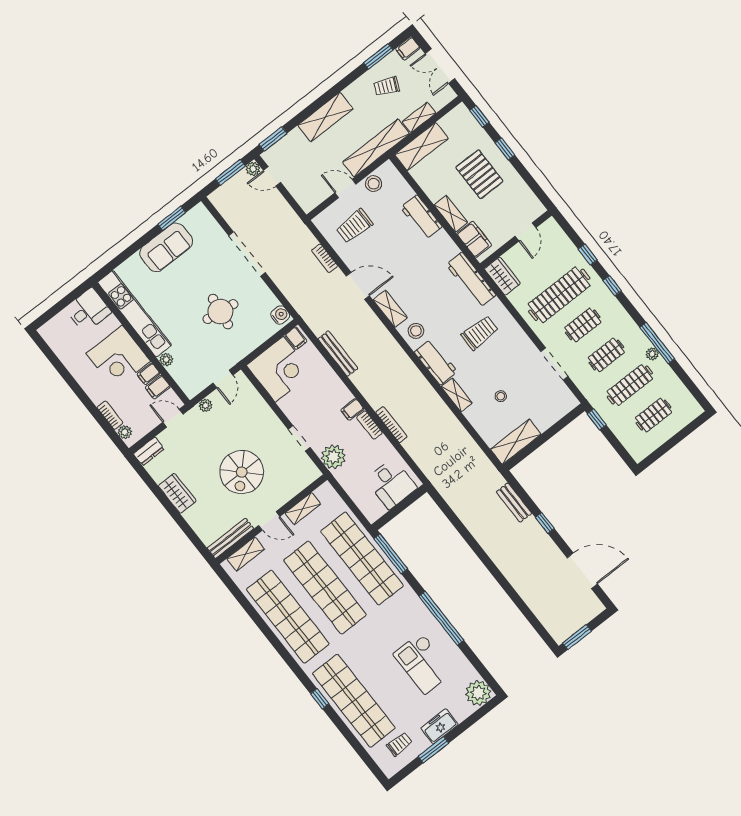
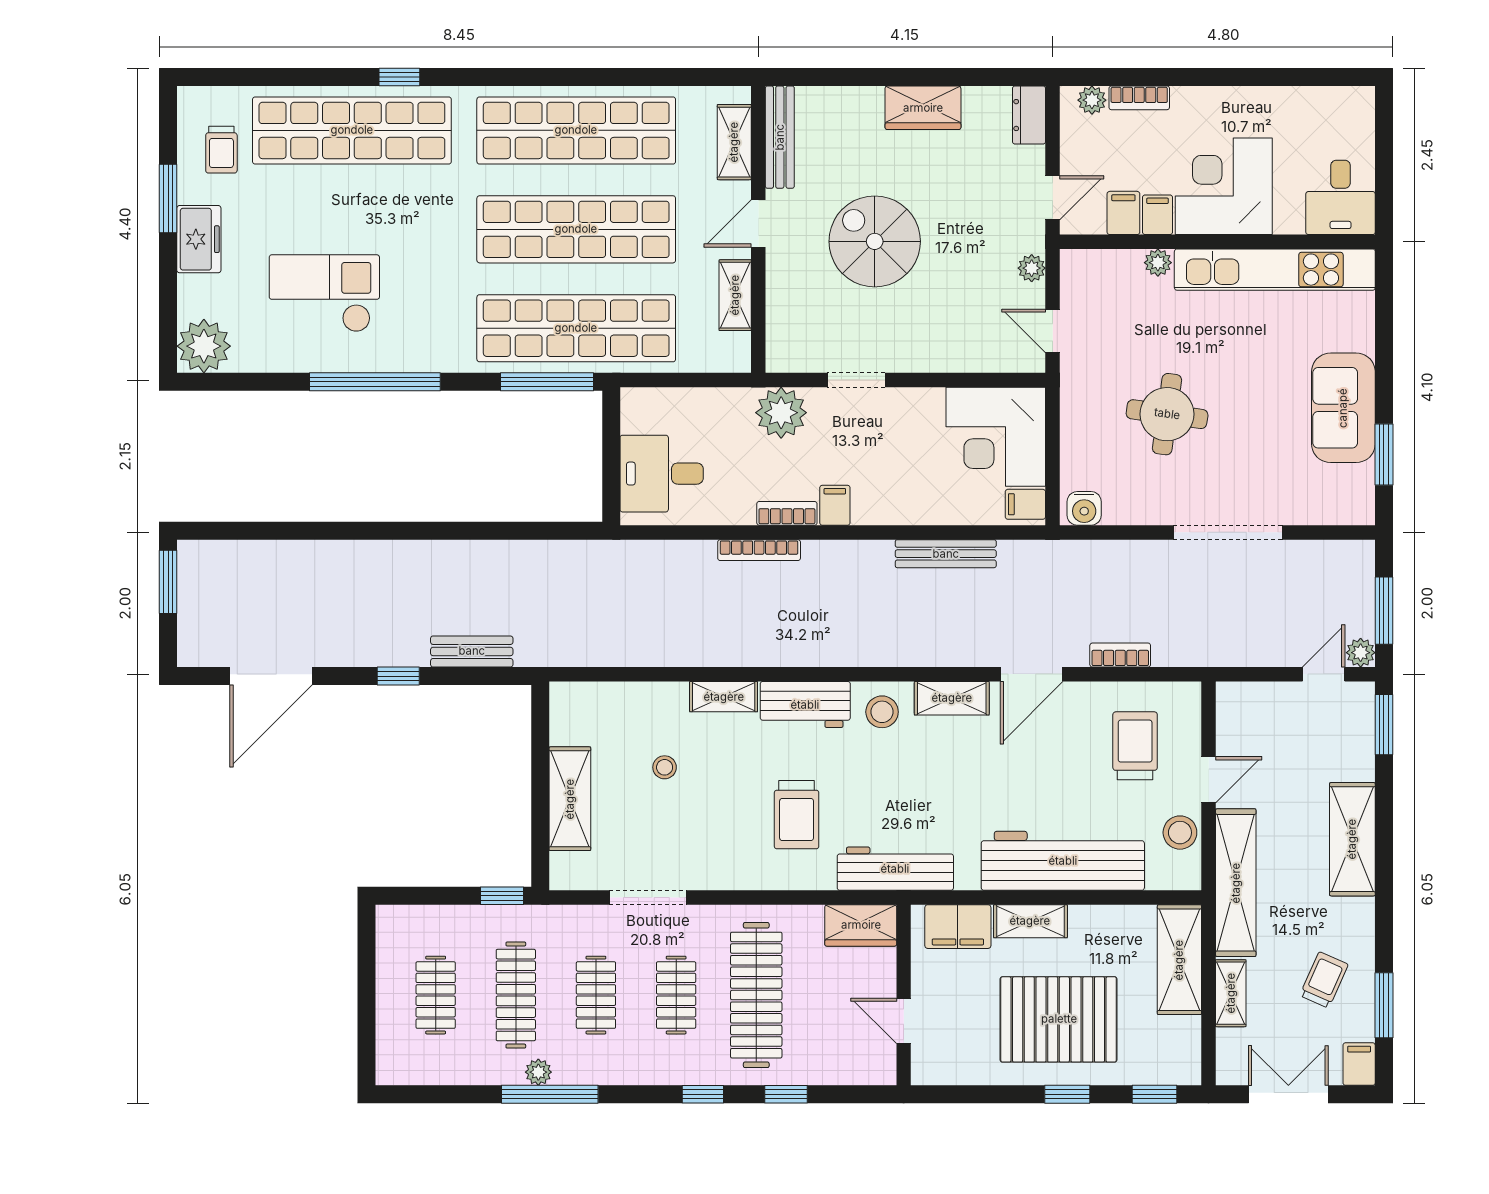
pallet: (479, 174) -> (1059, 1019), width x1.37, depth x1.41
workbench: (421, 217) -> (1063, 861), width x1.88, depth x1.32
shelving: (516, 442) -> (570, 799), moved

